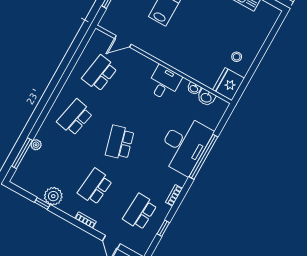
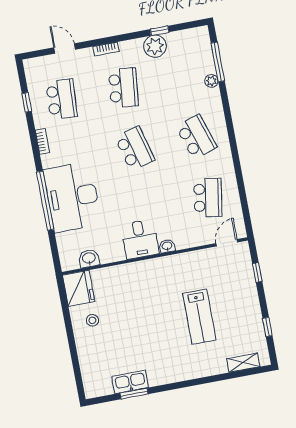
door: (123, 41) -> (227, 243), moved
washbasin: (194, 88) -> (167, 246), moved
school desk: (75, 117) -> (196, 137), turned -30

